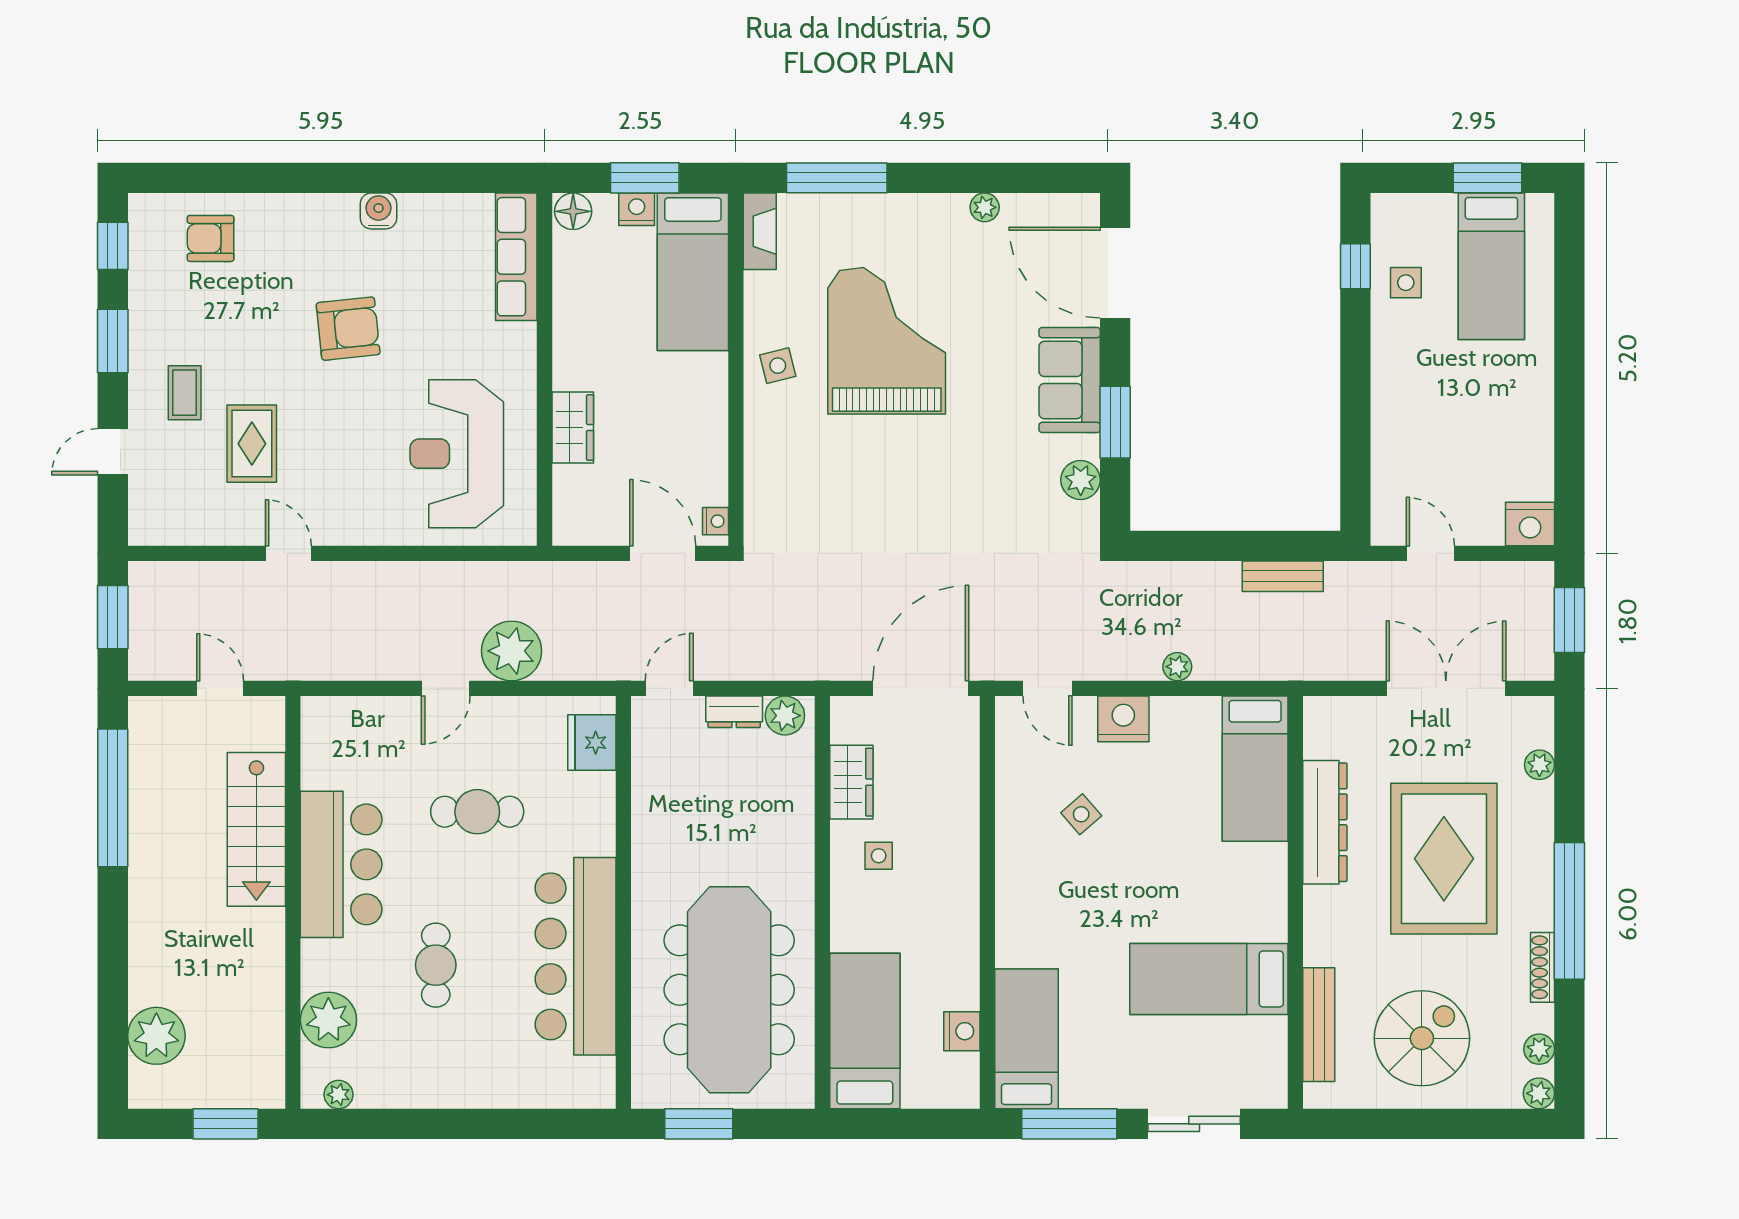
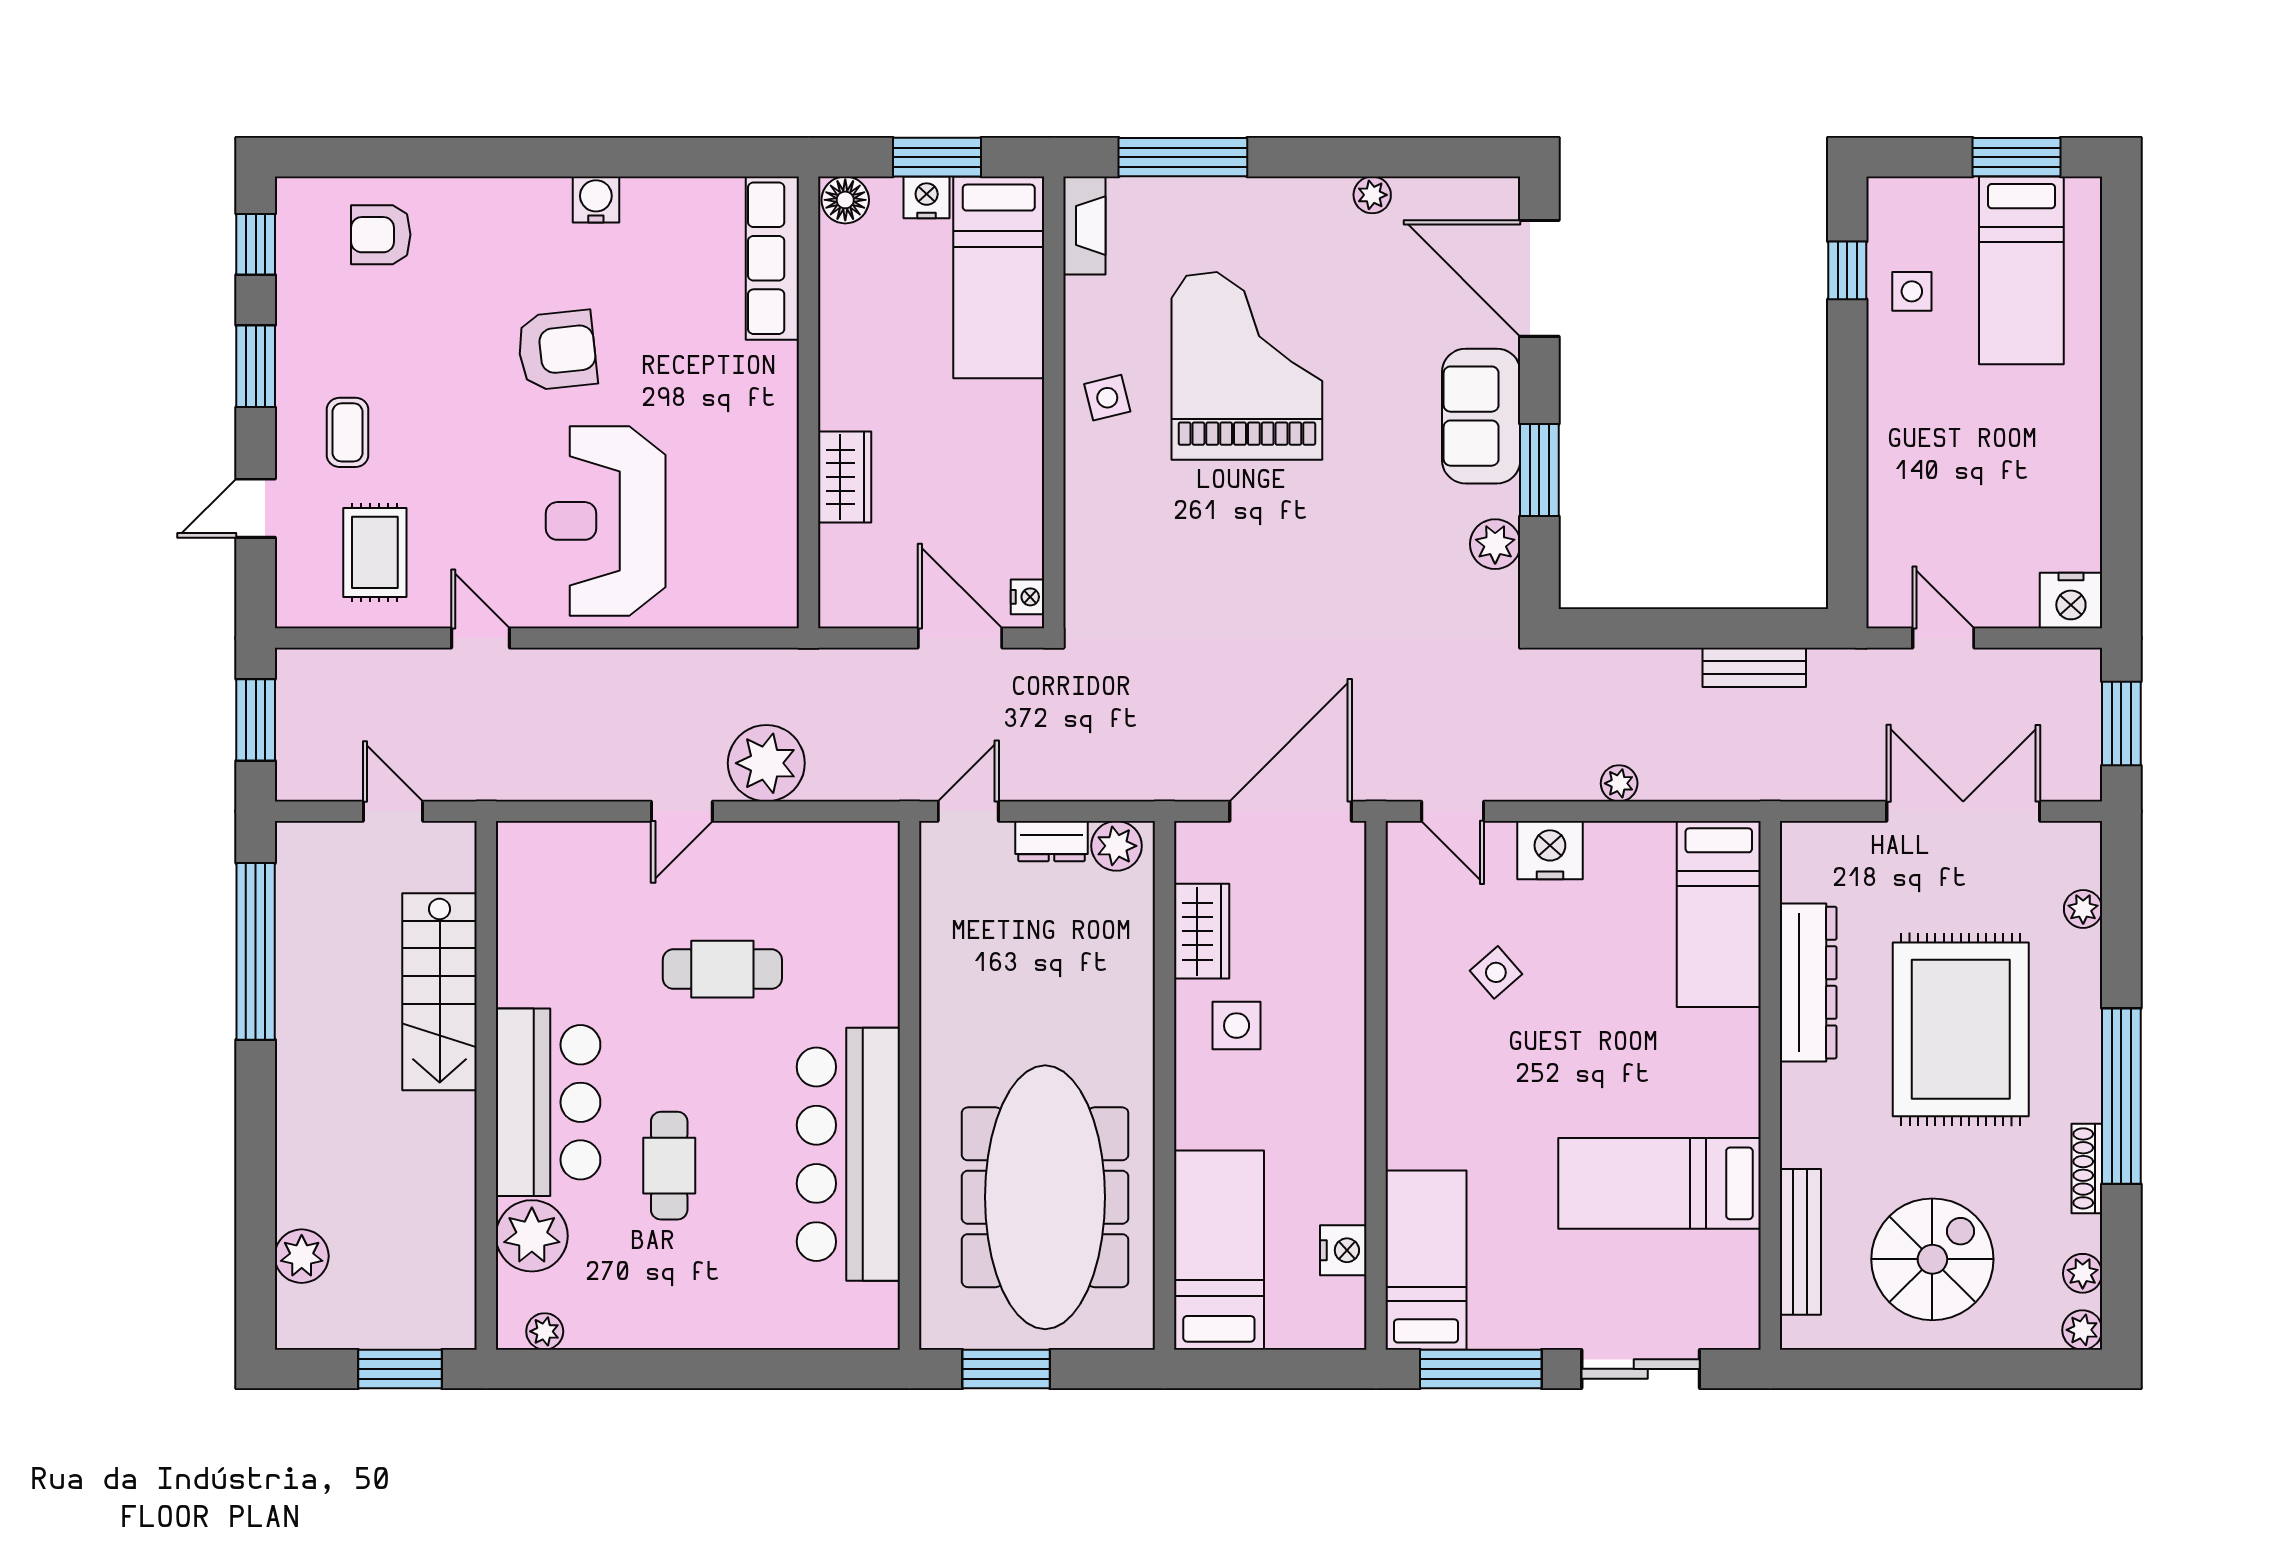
rug: (252, 444) -> (375, 552), moved
reception desk: (457, 454) -> (606, 521), moved
fridge: (592, 743) -> (869, 881), removed
side table: (879, 856) -> (1237, 1026), width x1.37, depth x1.37
bar counter: (341, 864) -> (548, 1102), moved
plant: (156, 1036) -> (302, 1256), width x0.73, depth x0.73

